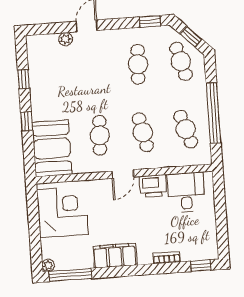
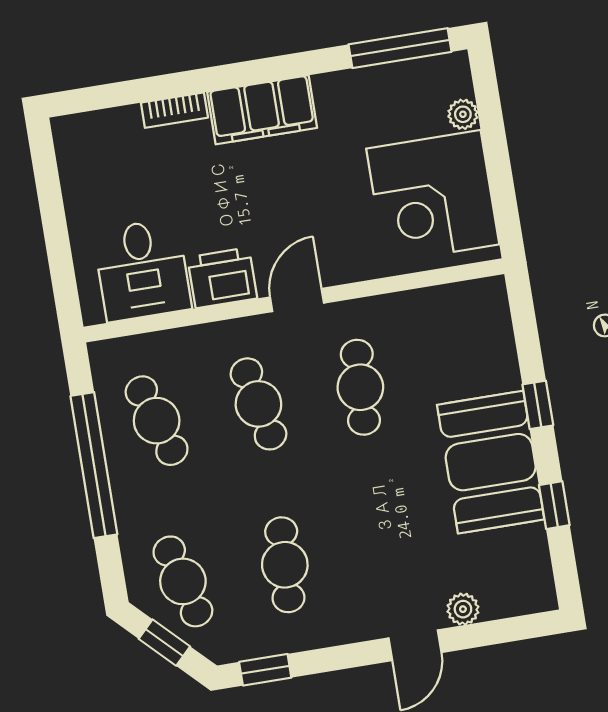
booth: (52, 148) -> (491, 462), moved
filing cabinet: (115, 256) -> (262, 110), moved
plant: (48, 265) -> (463, 114), moved
window: (201, 266) -> (92, 99), removed

